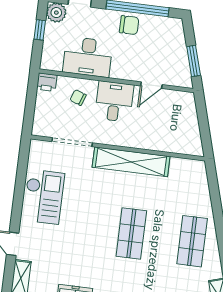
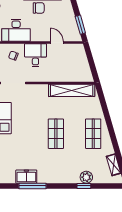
door: (151, 85) -> (57, 43), swing flipped
shelving: (131, 162) -> (72, 90), moved

